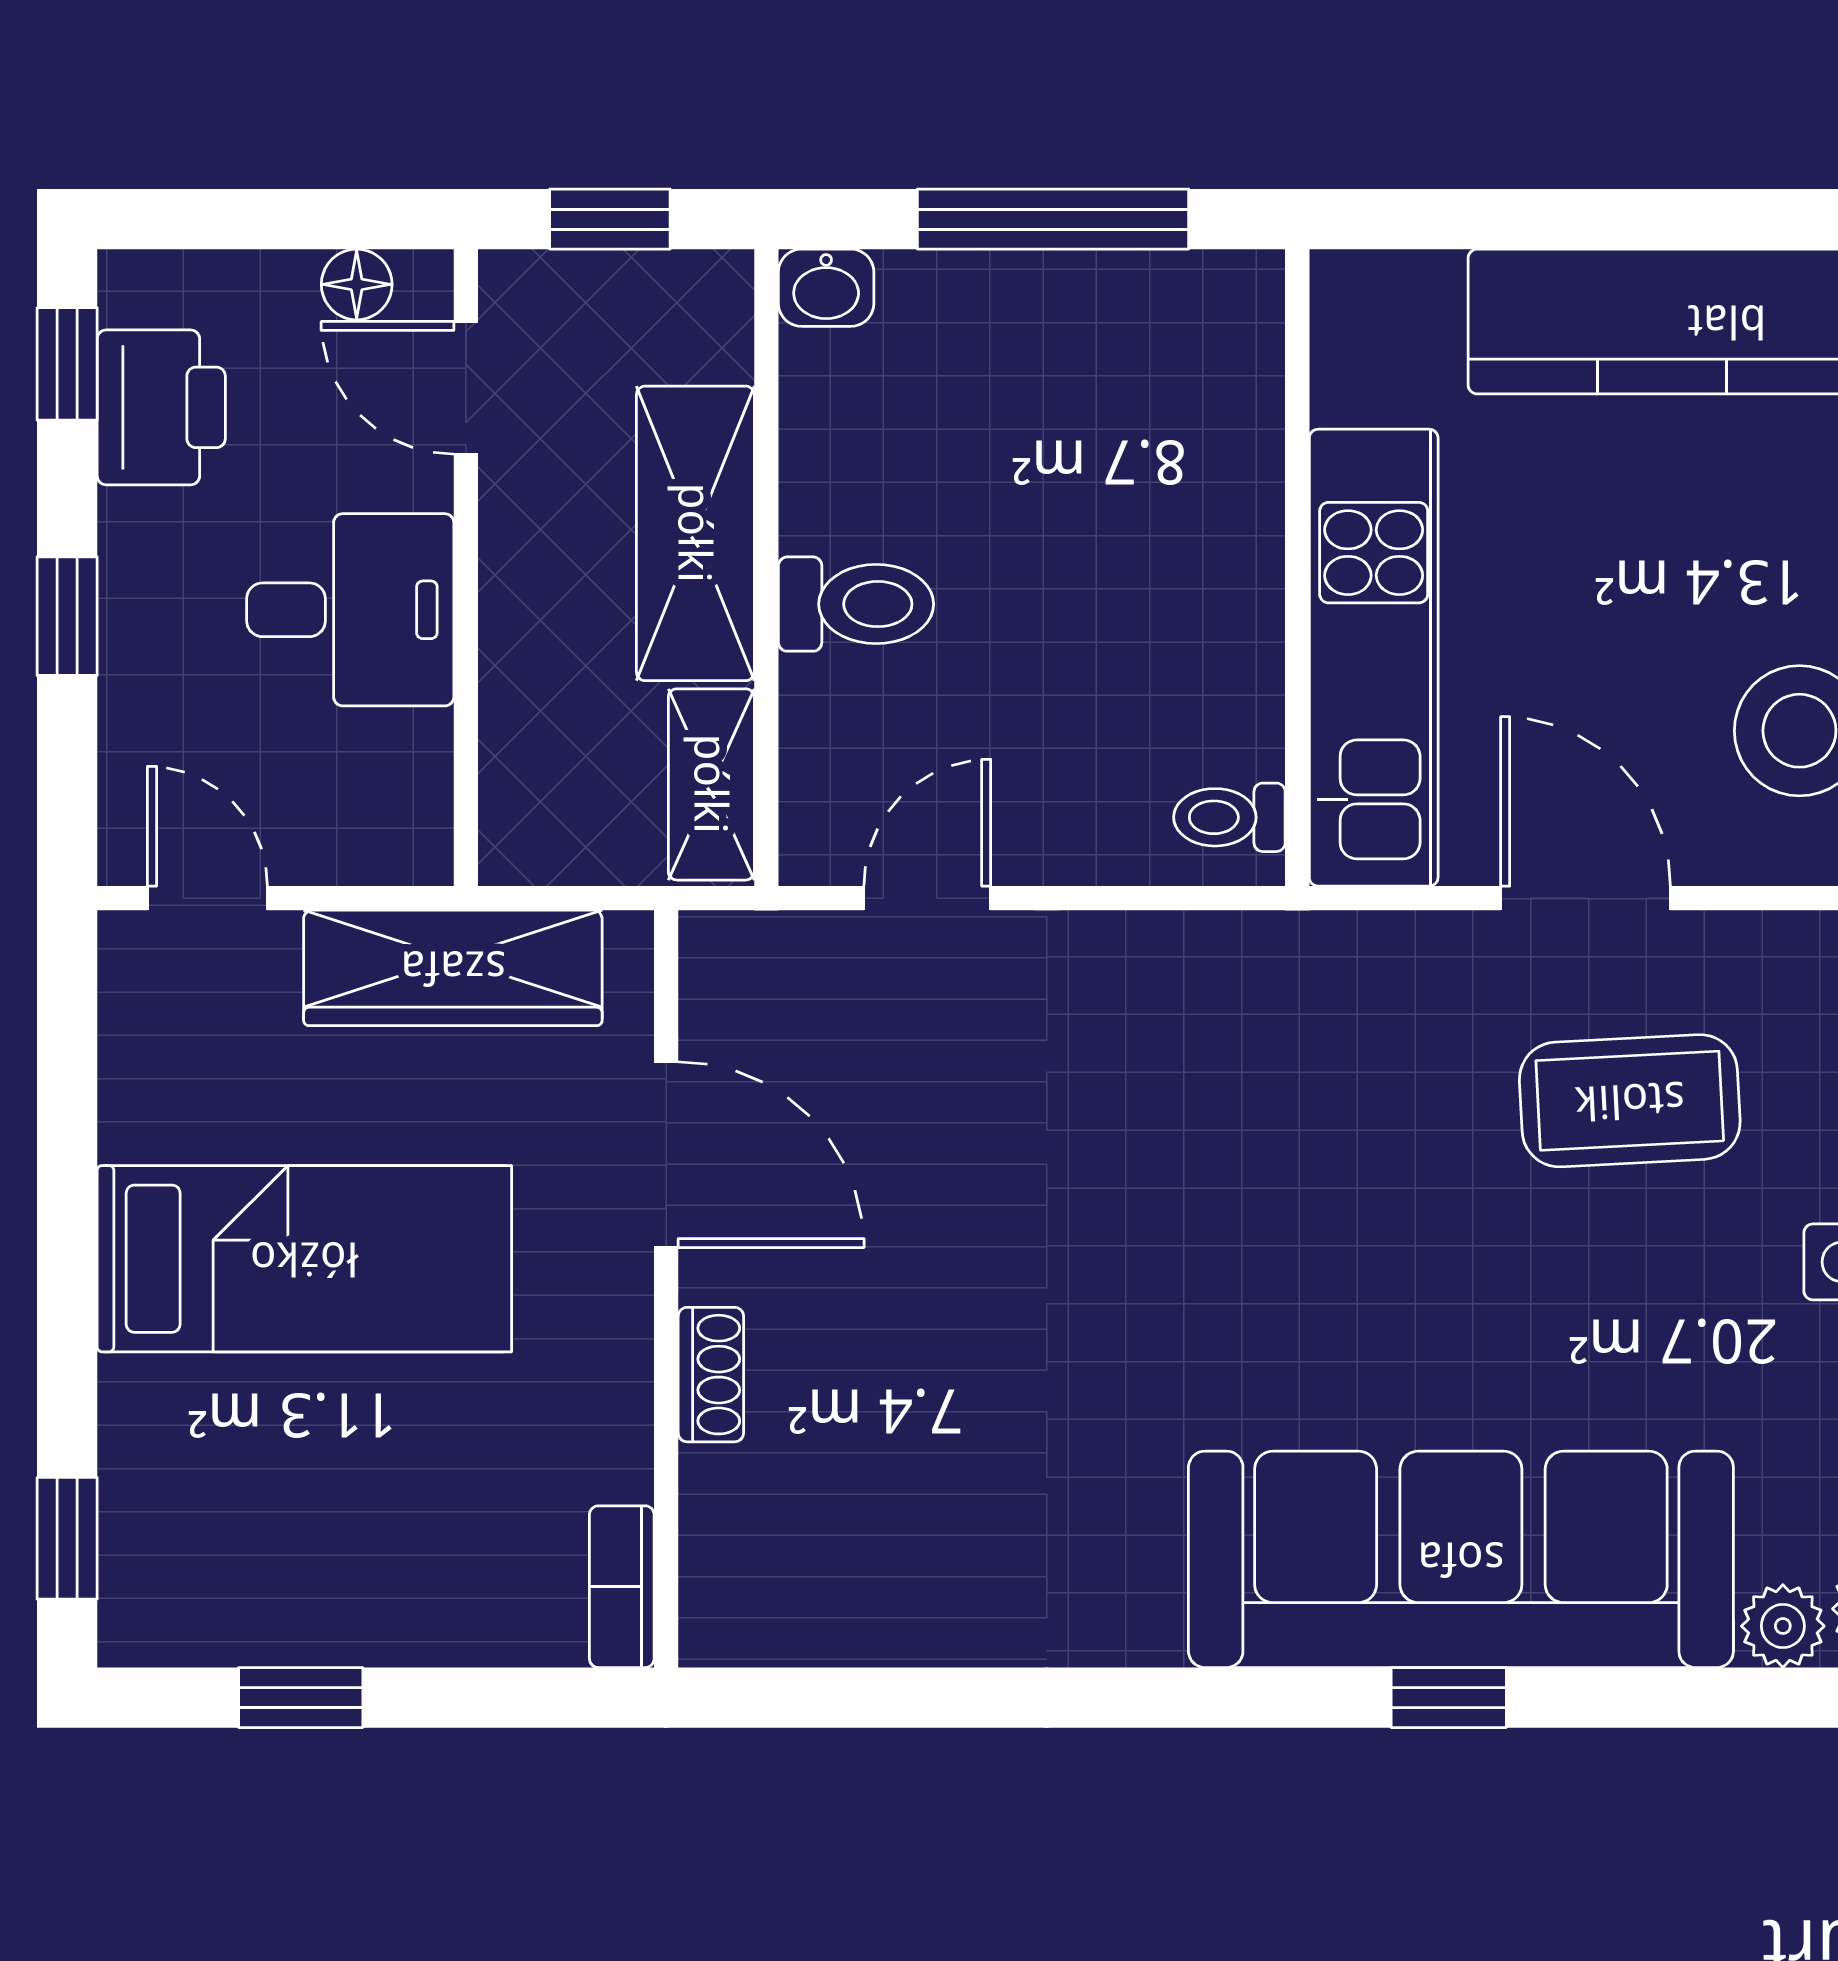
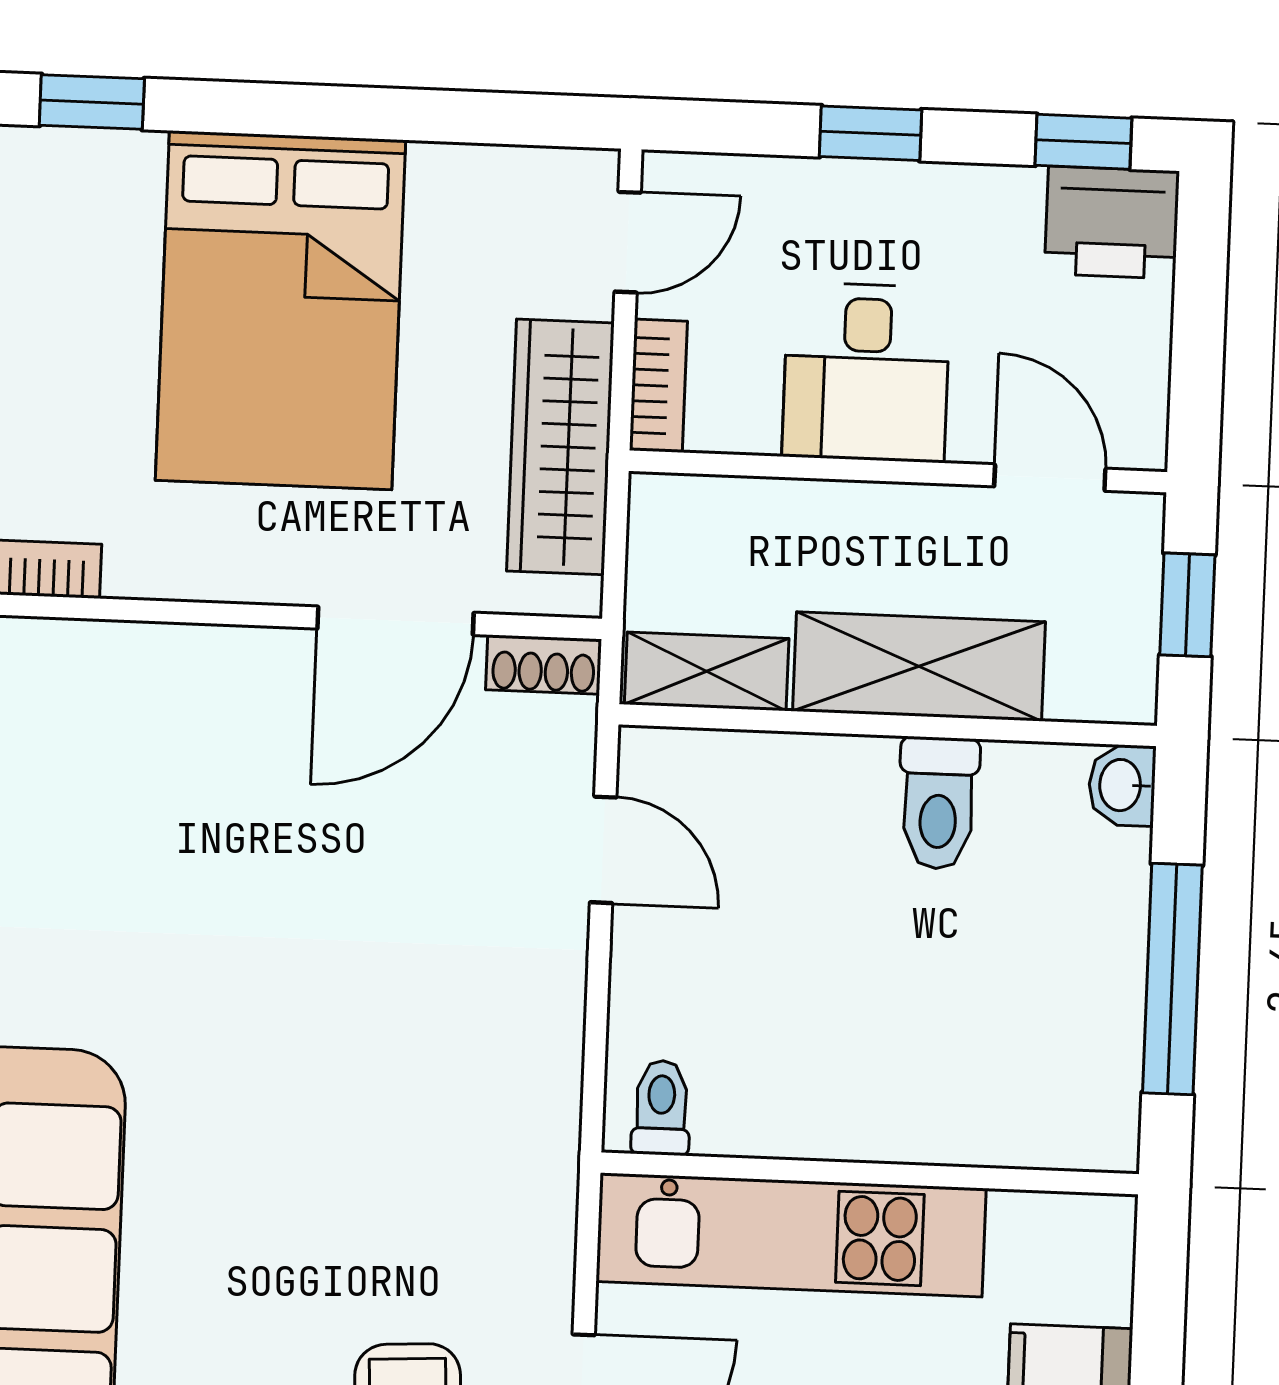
floor lamp: (357, 284) -> (1141, 389), removed
door: (466, 388) -> (1050, 478), hinge flipped
printer: (161, 407) -> (1112, 222), moved
toilet: (856, 604) -> (938, 803), moved
bookcase: (376, 855) -> (658, 386), added
bed: (304, 1259) -> (281, 310), width x1.50
shoe rack: (711, 1375) -> (544, 664), moved

